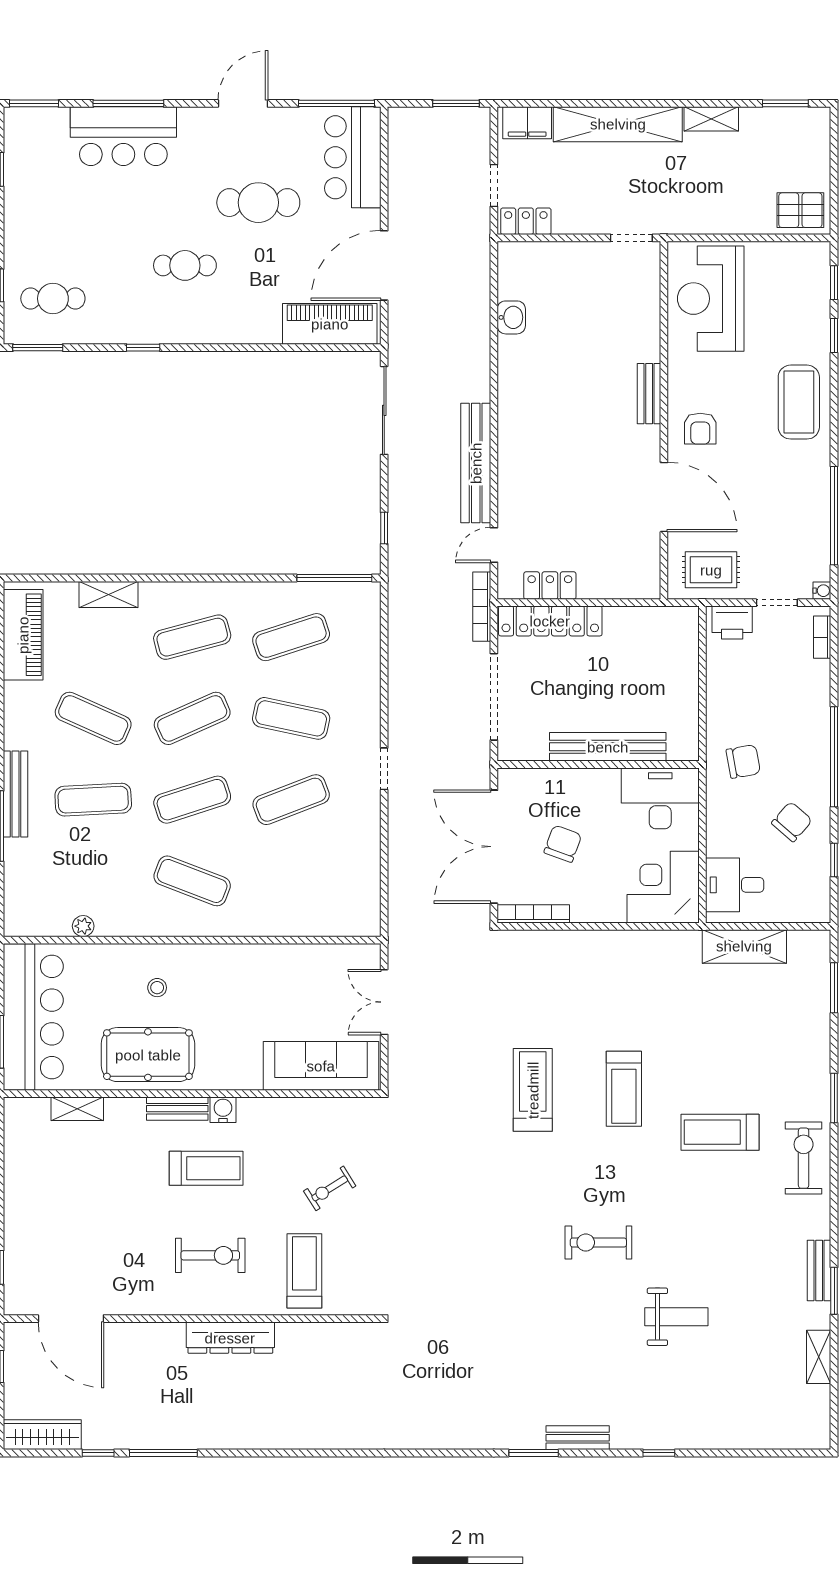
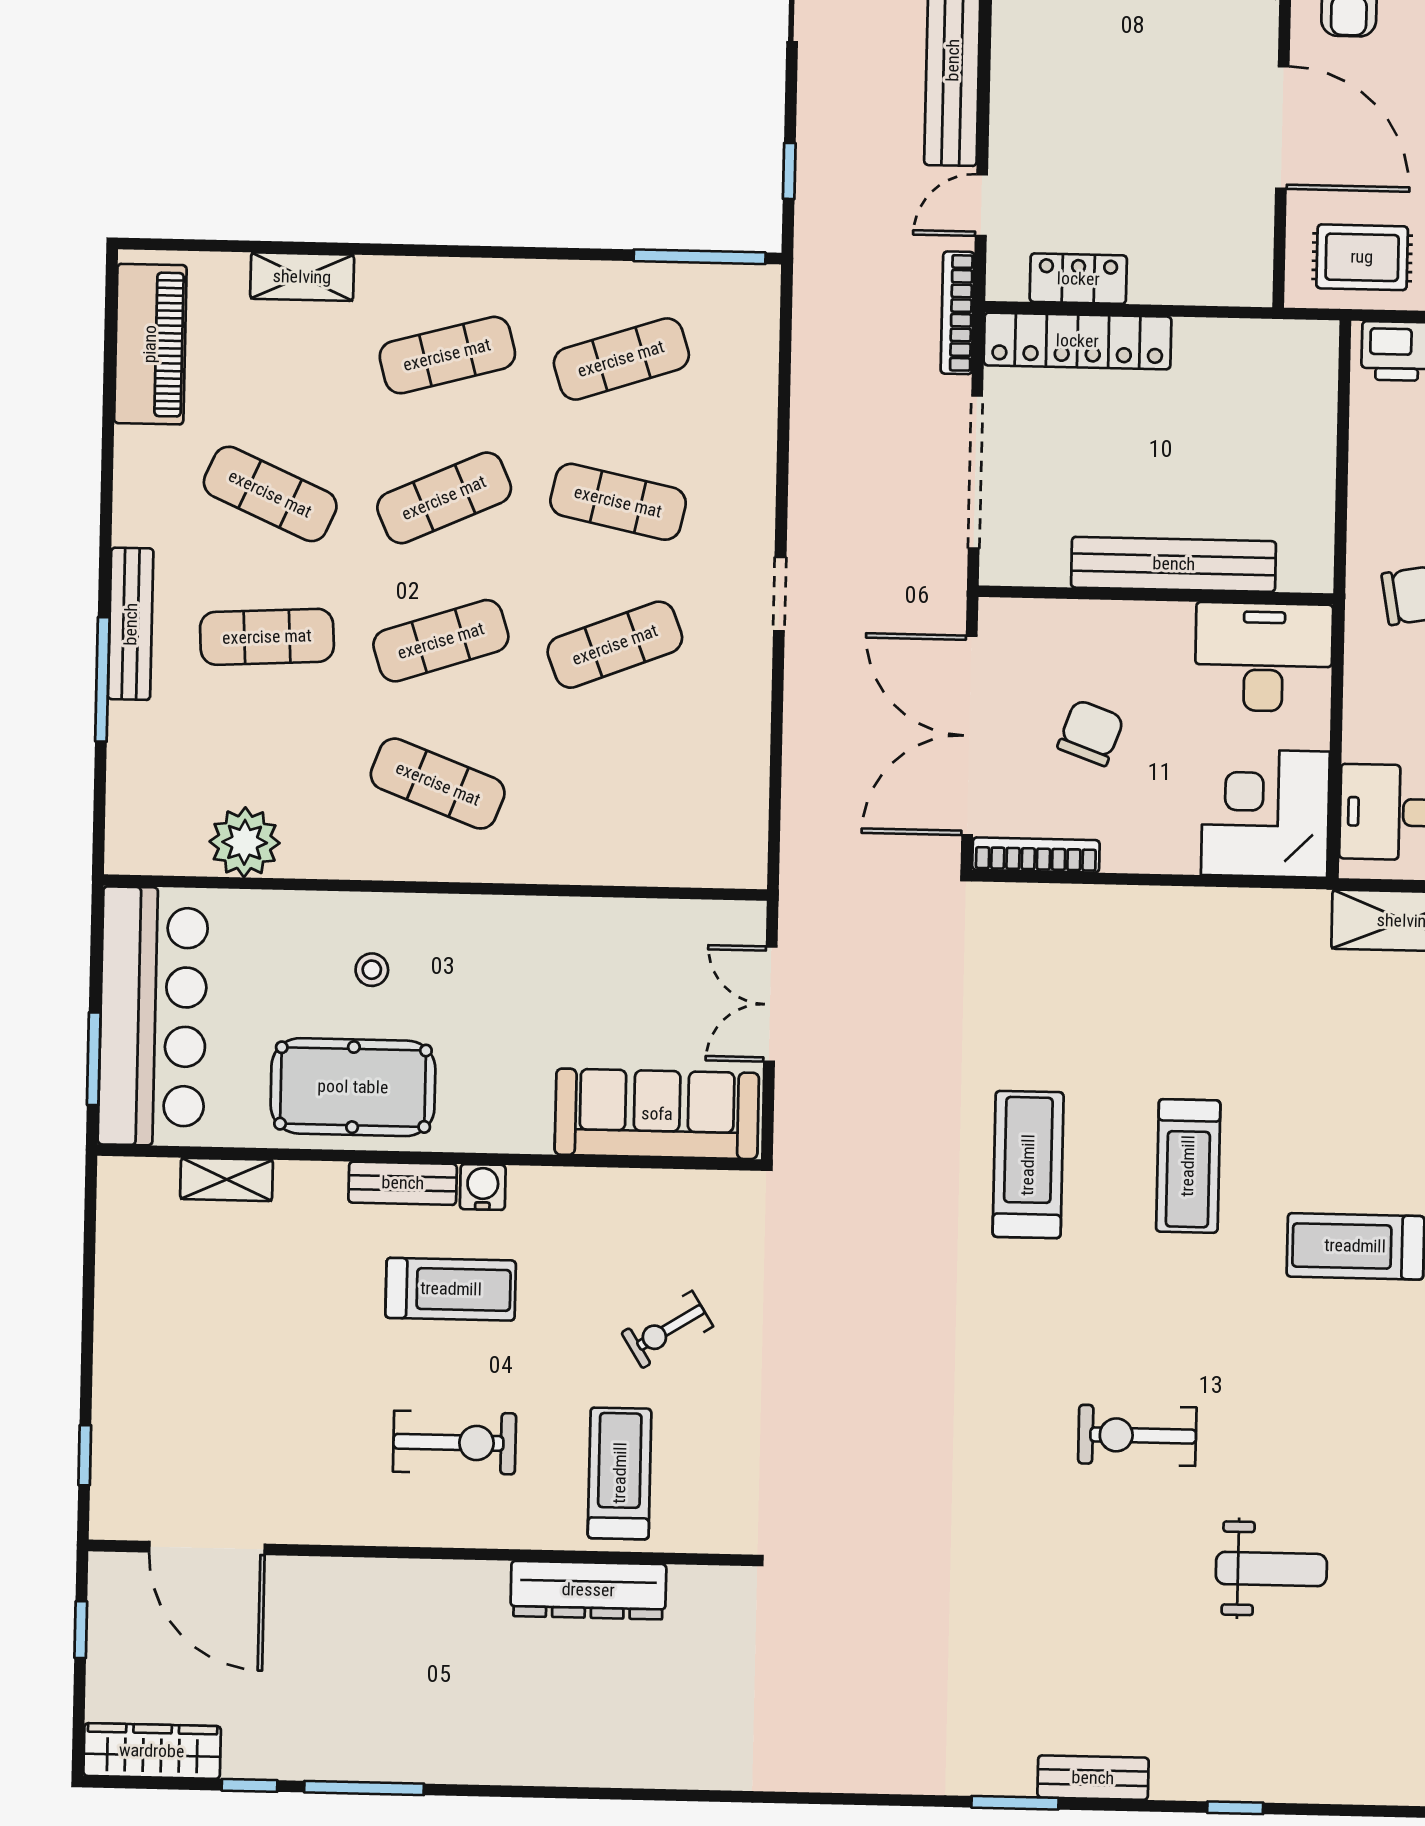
plant: (83, 926) -> (245, 842), width x1.87, depth x1.87
dresser: (230, 1338) -> (588, 1590), moved

